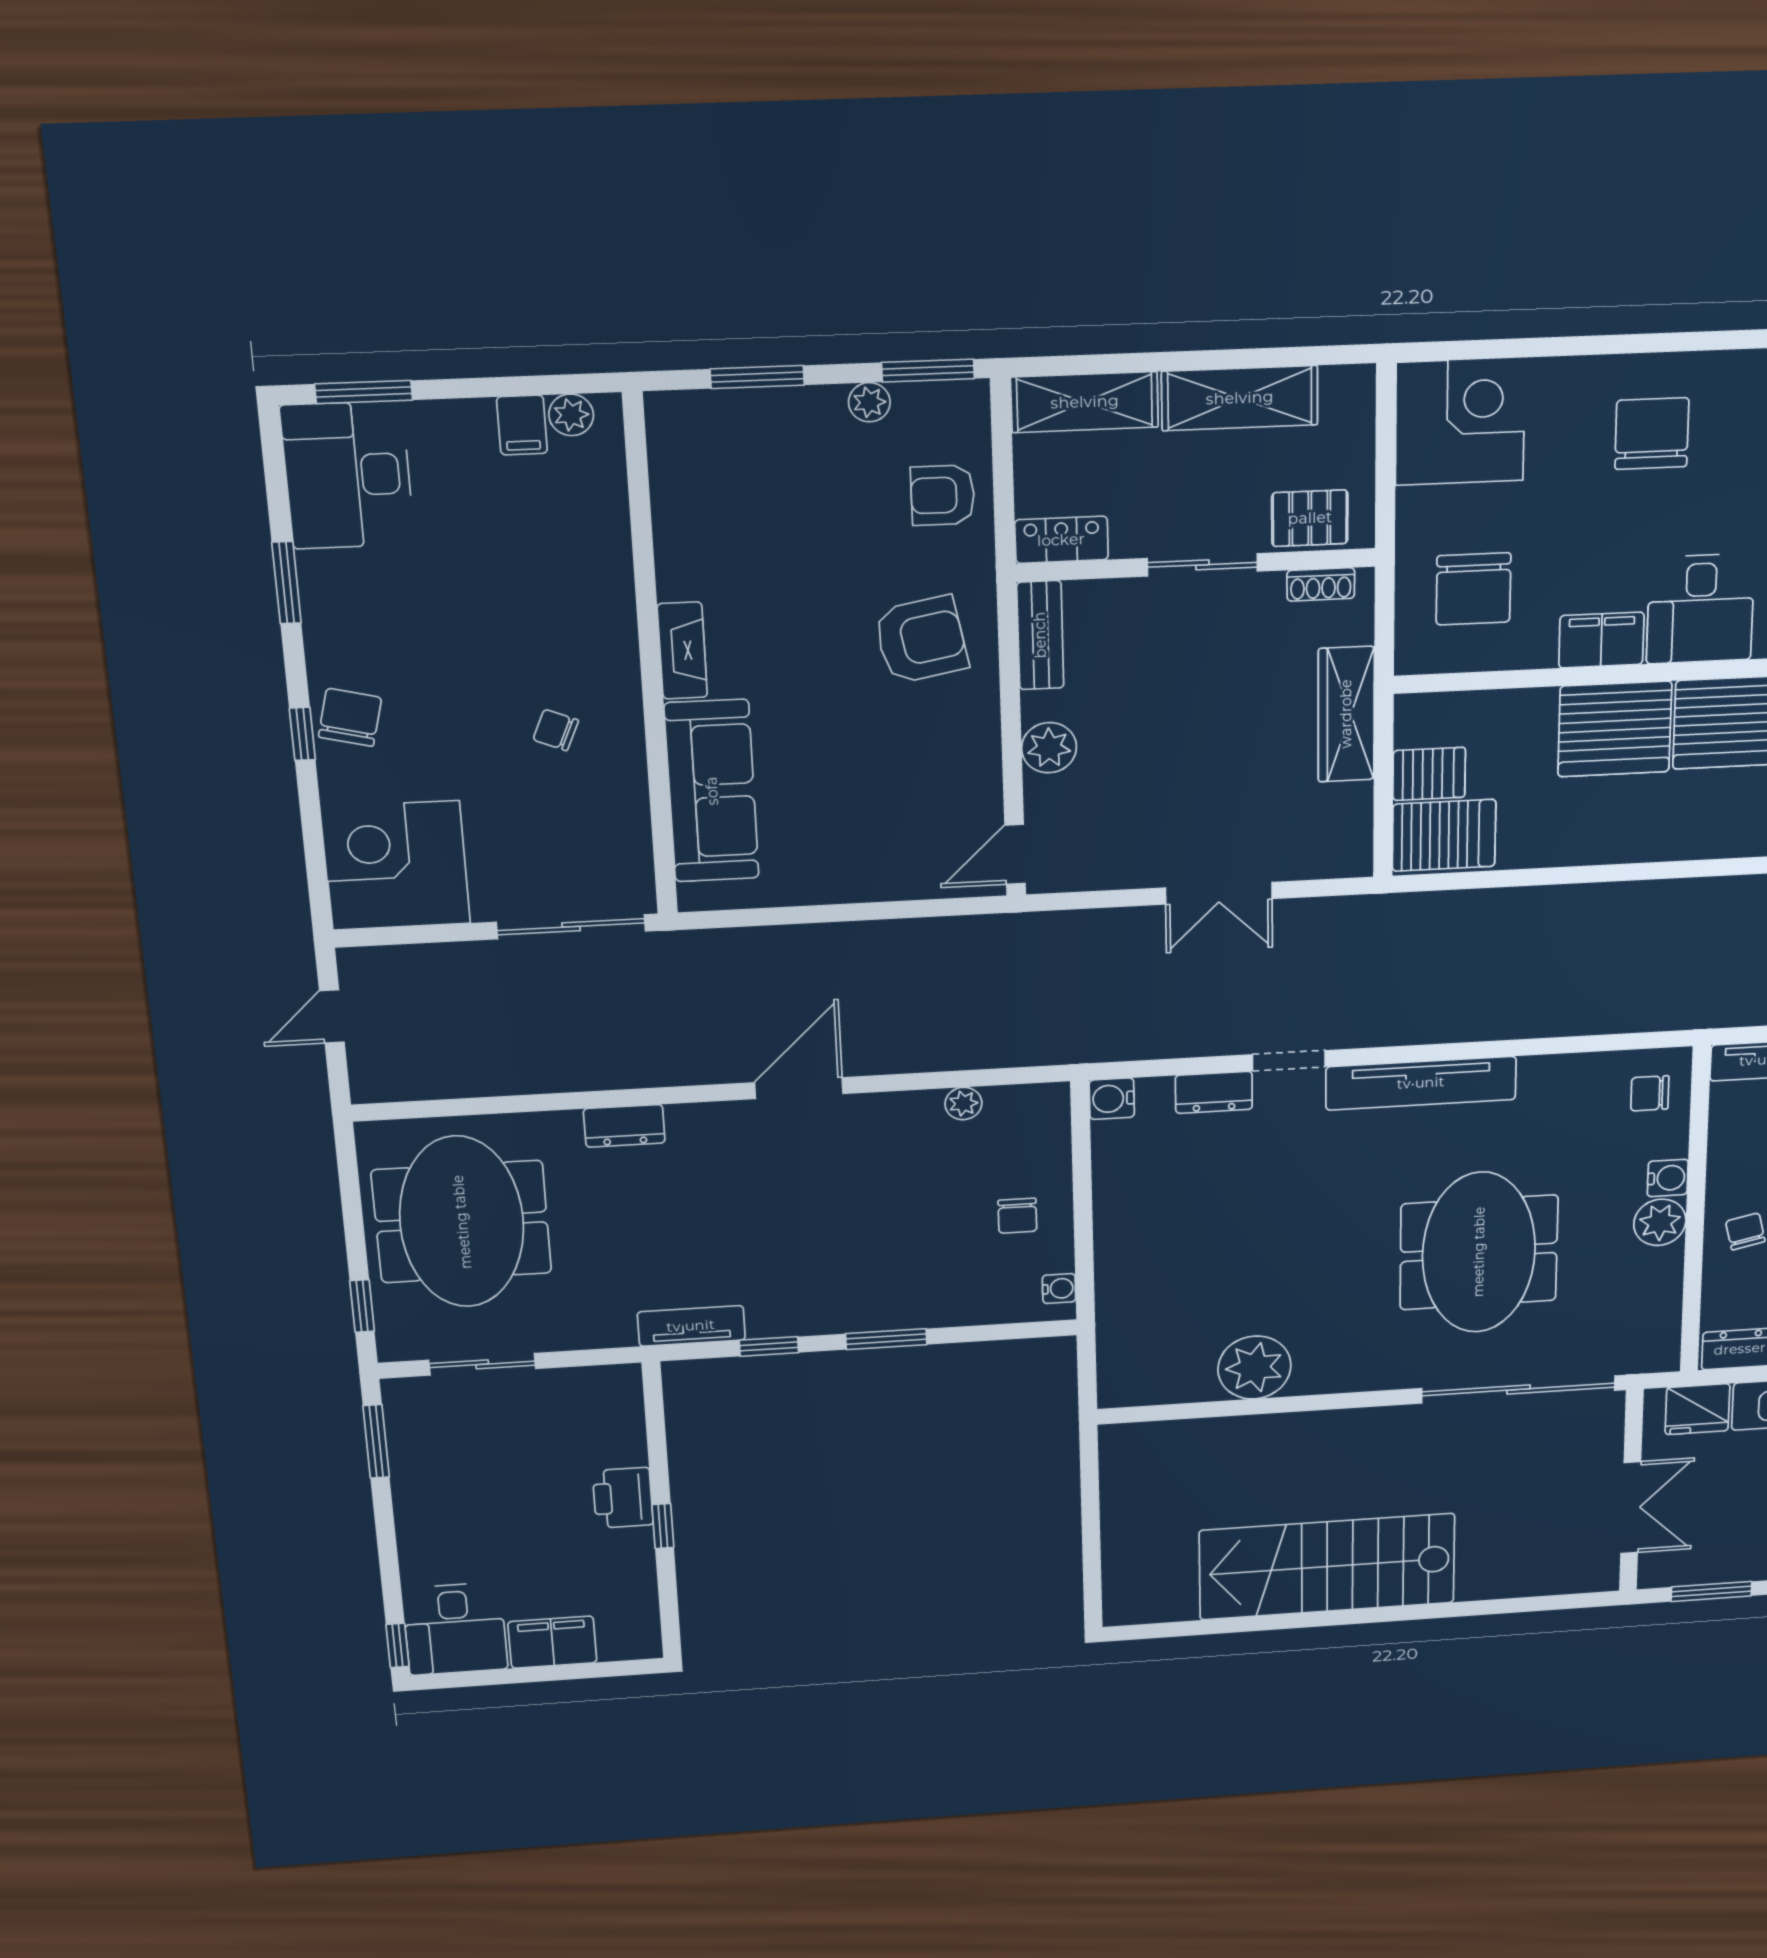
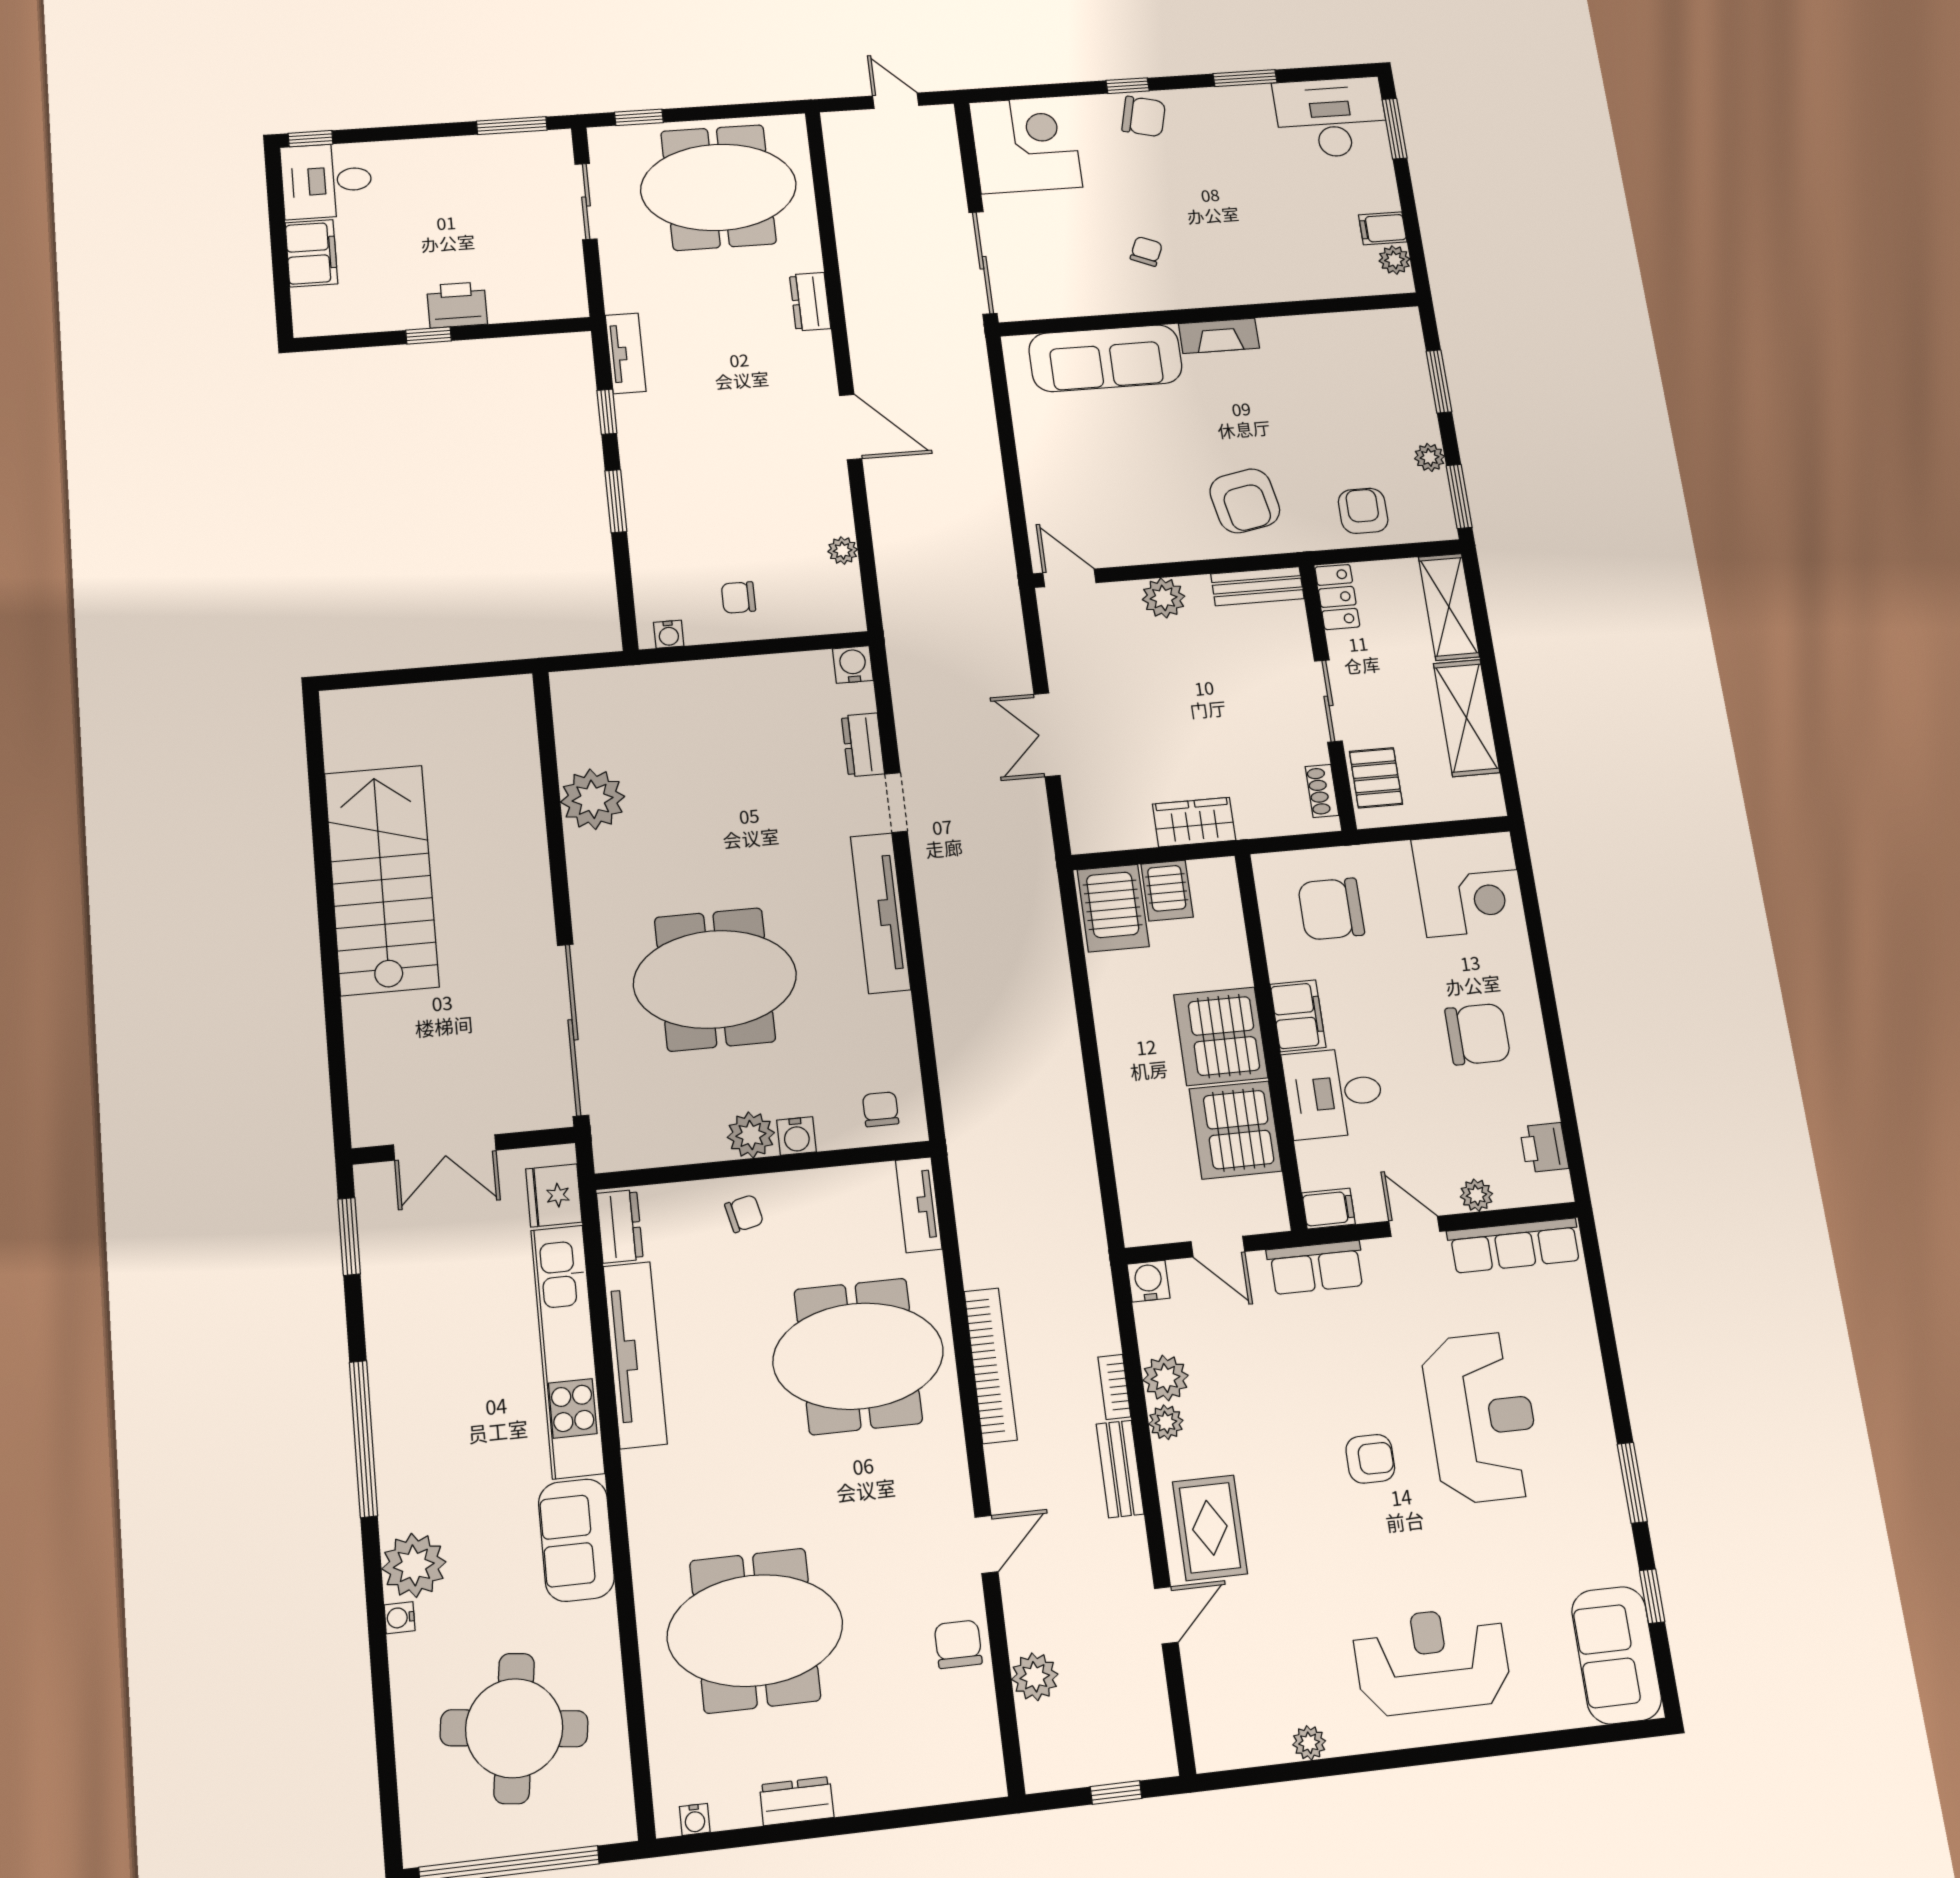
wardrobe: (1346, 714) -> (1194, 822), width x0.67

